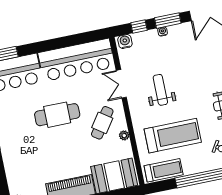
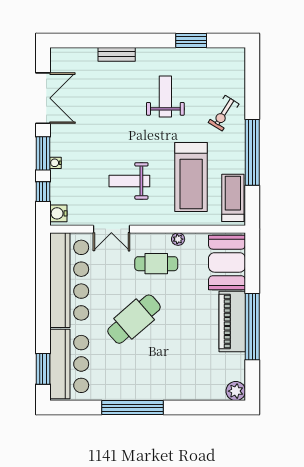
cafe table: (57, 115) -> (134, 319), turned 49
cafe table: (102, 123) -> (156, 264), turned -35
treadmill: (173, 136) -> (191, 177), turned 180

